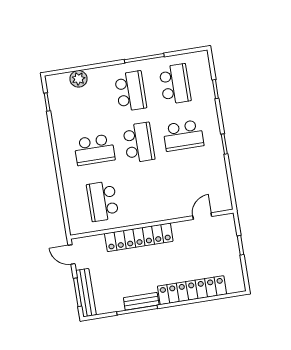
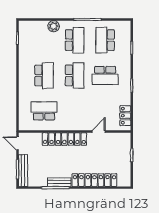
plant: (78, 79) -> (54, 26), moved
school desk: (175, 84) -> (105, 40), turned 180
school desk: (94, 150) -> (44, 75), turned -90
locker: (222, 189) -> (125, 116), added
school desk: (103, 201) -> (44, 111), turned 90
door: (202, 216) -> (99, 132), moved

